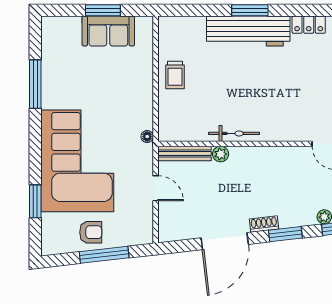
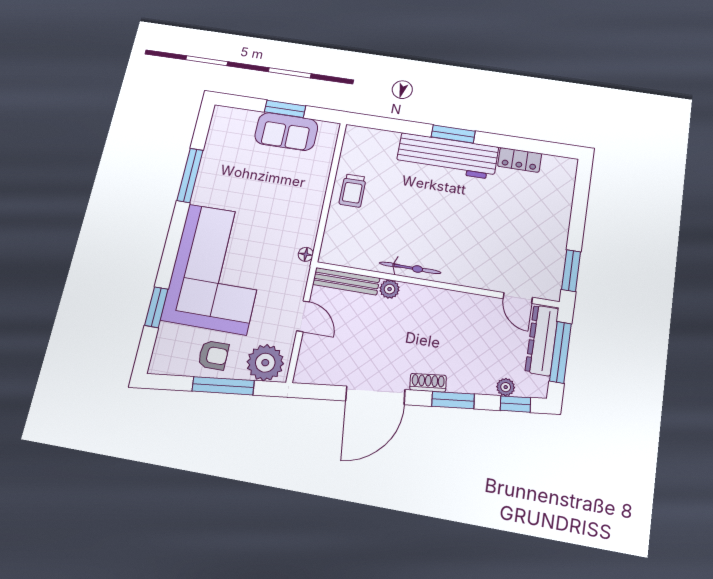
plant: (133, 231) -> (265, 363), added

